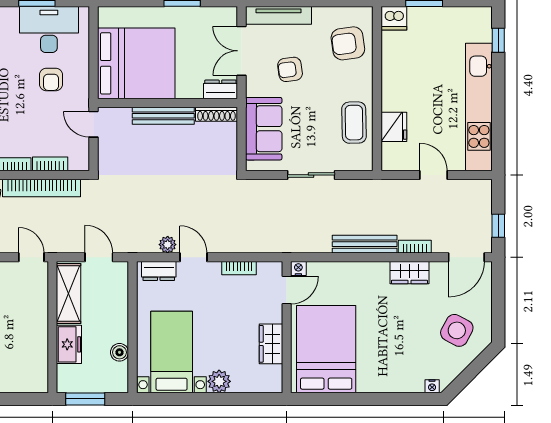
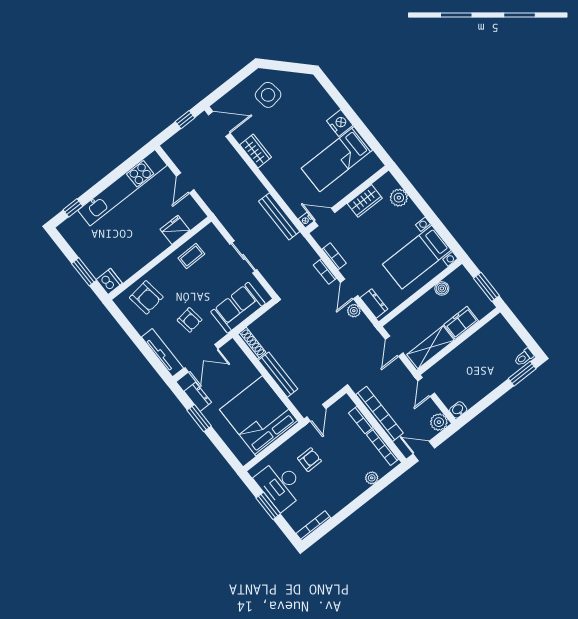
dresser: (220, 89) -> (198, 397), moved, turned 180
coffee table: (354, 123) -> (191, 256), width x0.73, depth x0.77
bench: (365, 244) -> (279, 216), moved
bookcase: (415, 247) -> (325, 272), moved
side table: (457, 330) -> (268, 95), turned -37
bed: (326, 349) -> (337, 159), width x0.67
plant: (219, 381) -> (399, 198), moved
nightstand: (432, 386) -> (340, 123), moved, width x1.89, depth x1.79

